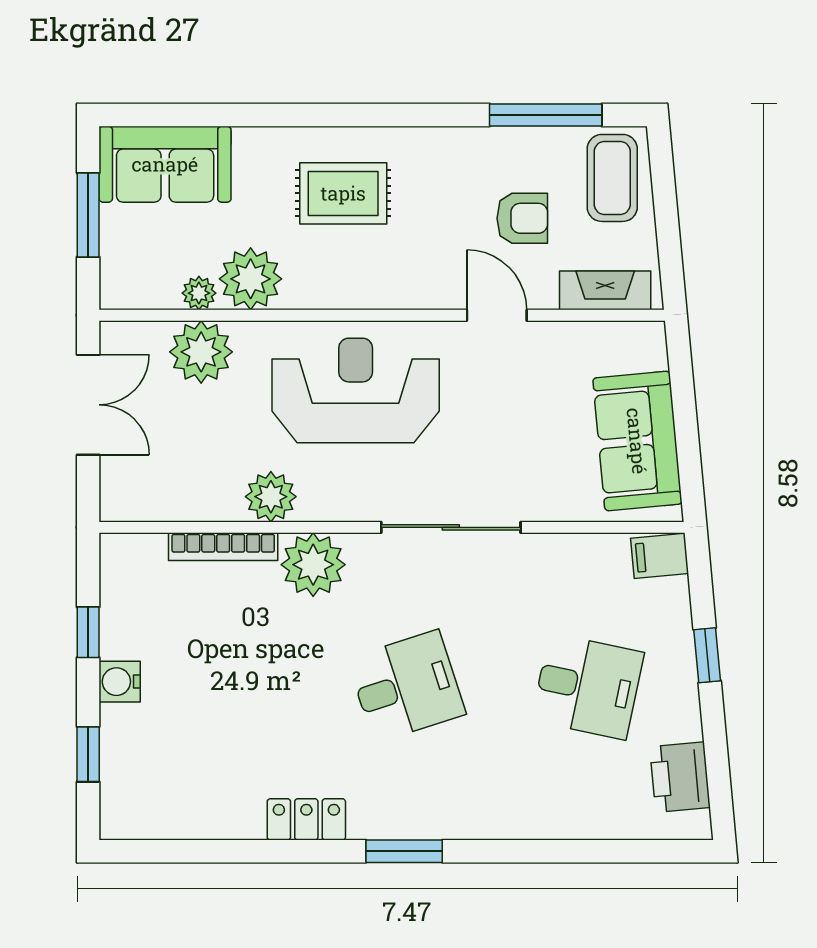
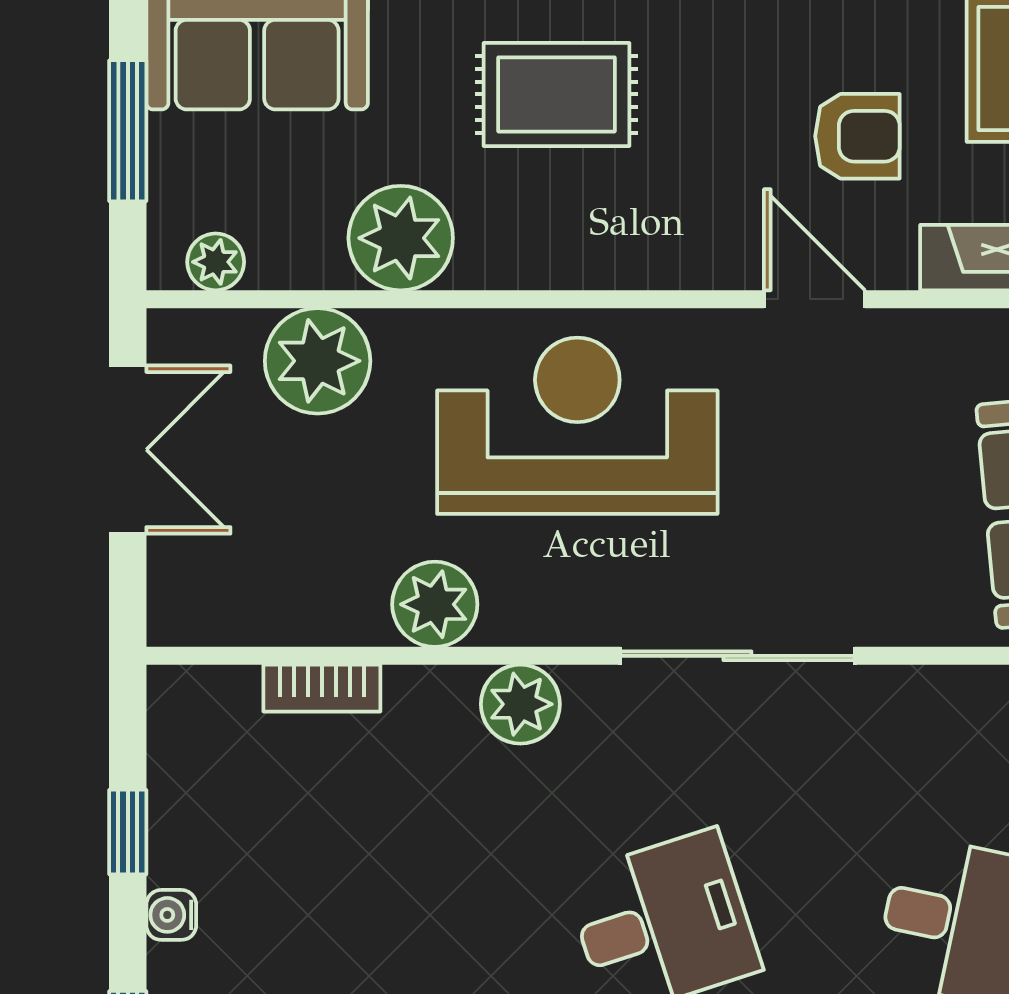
plant: (199, 293) -> (216, 262), moved
bookcase: (223, 547) -> (322, 688), width x0.64
plant: (313, 565) -> (520, 704), width x0.73, depth x0.73
water cooler: (120, 682) -> (171, 915), width x0.72, depth x0.72

